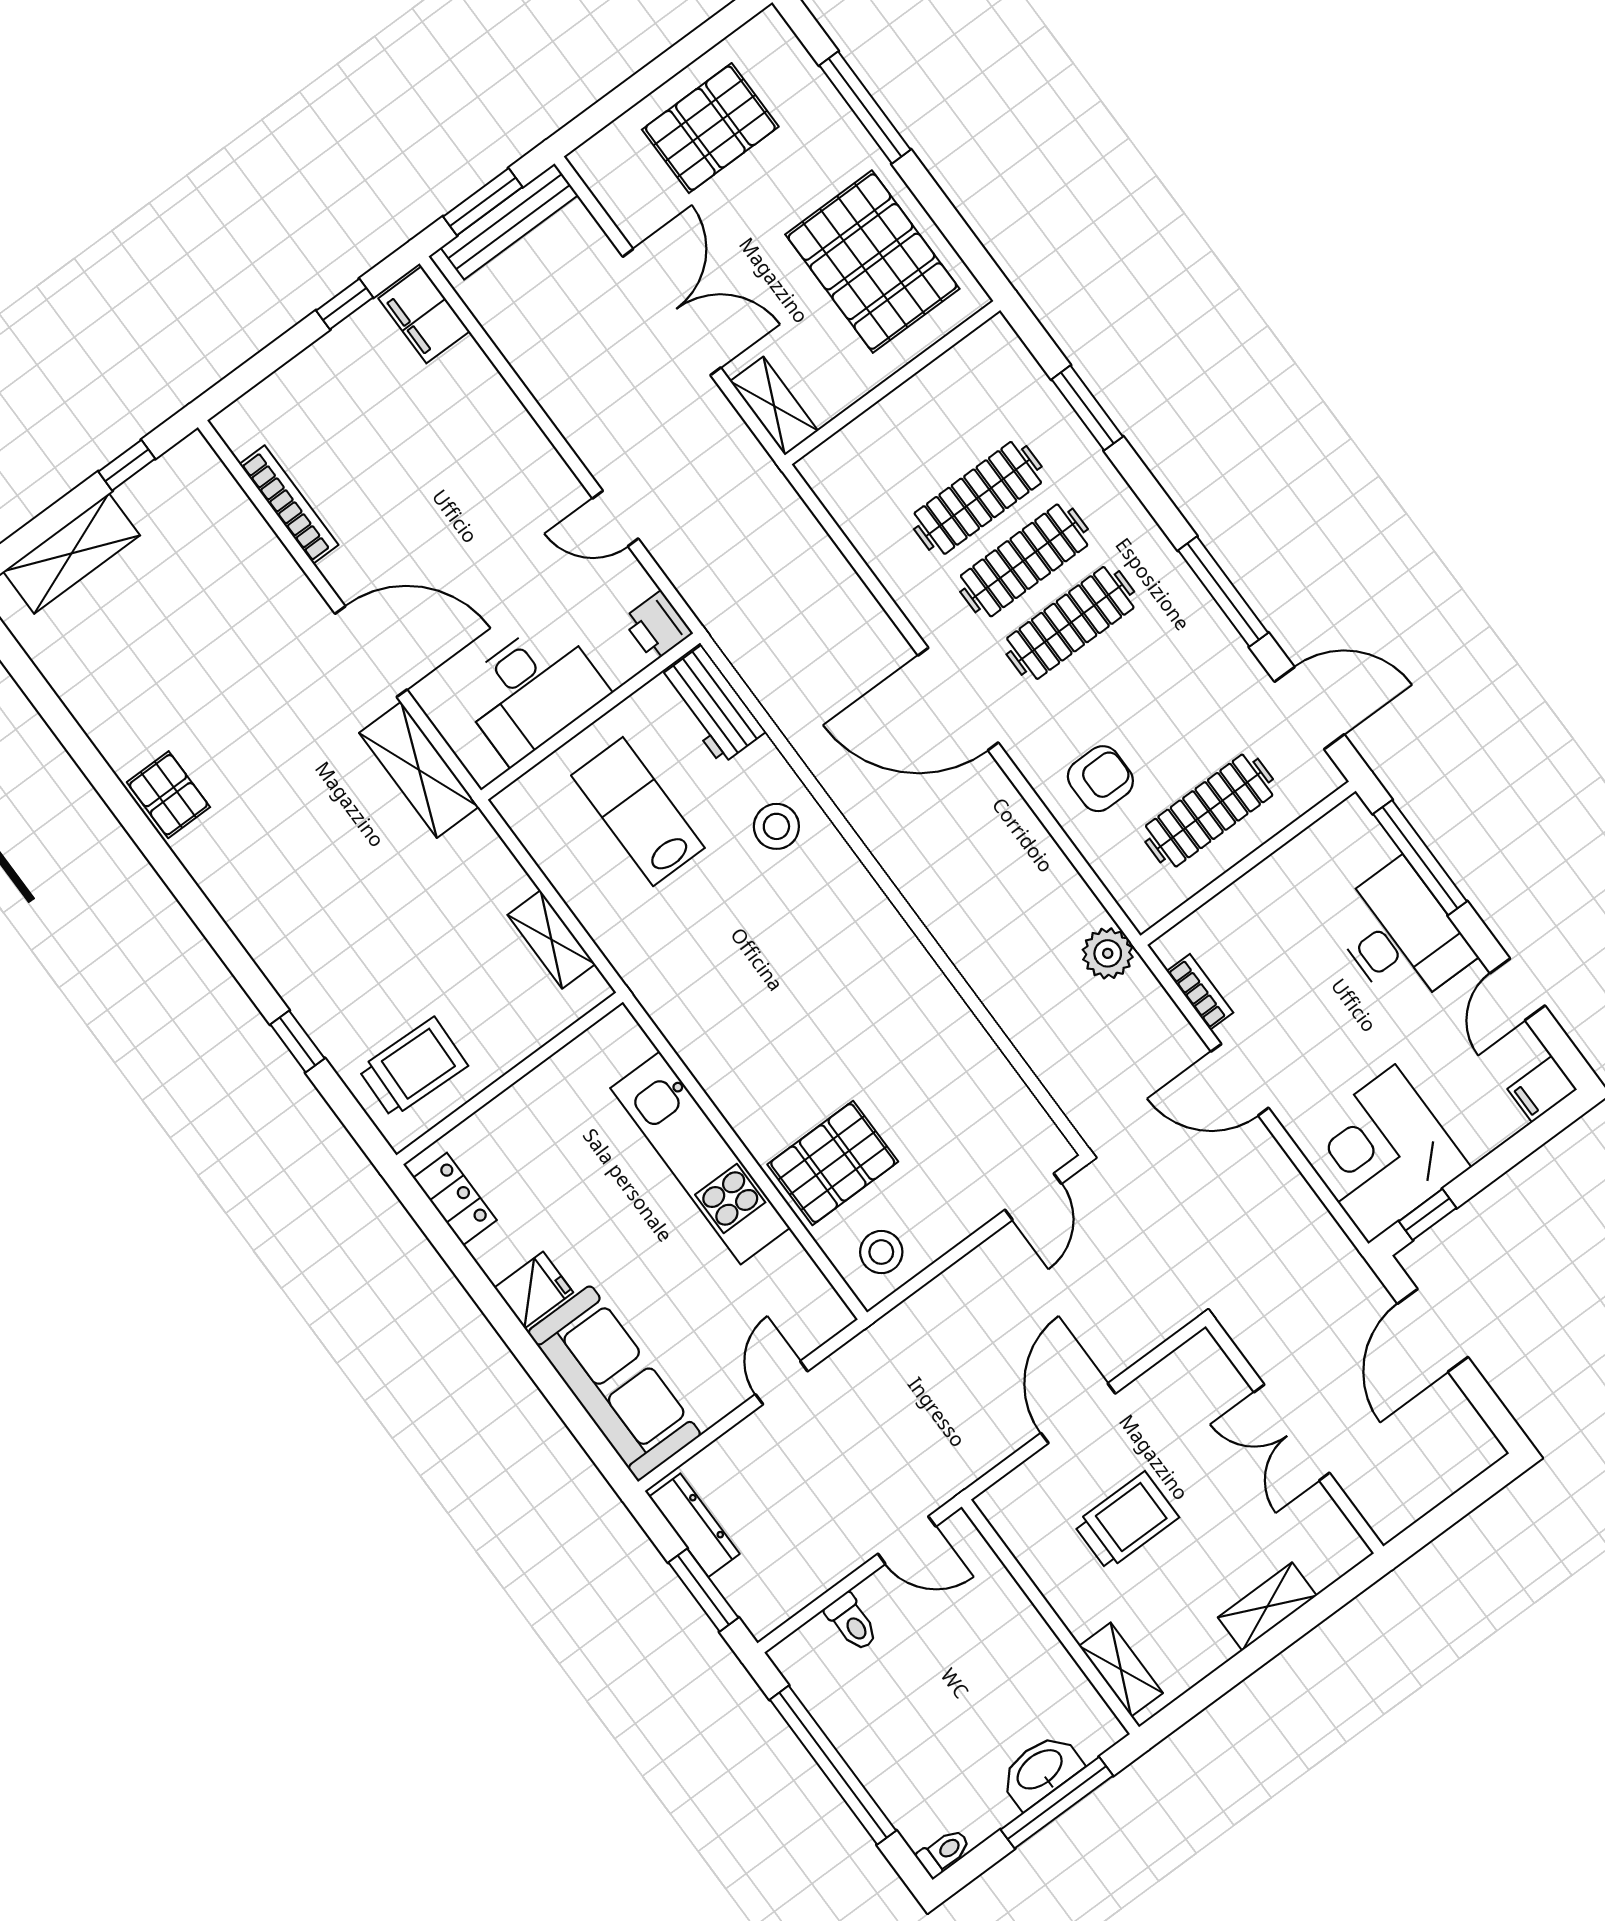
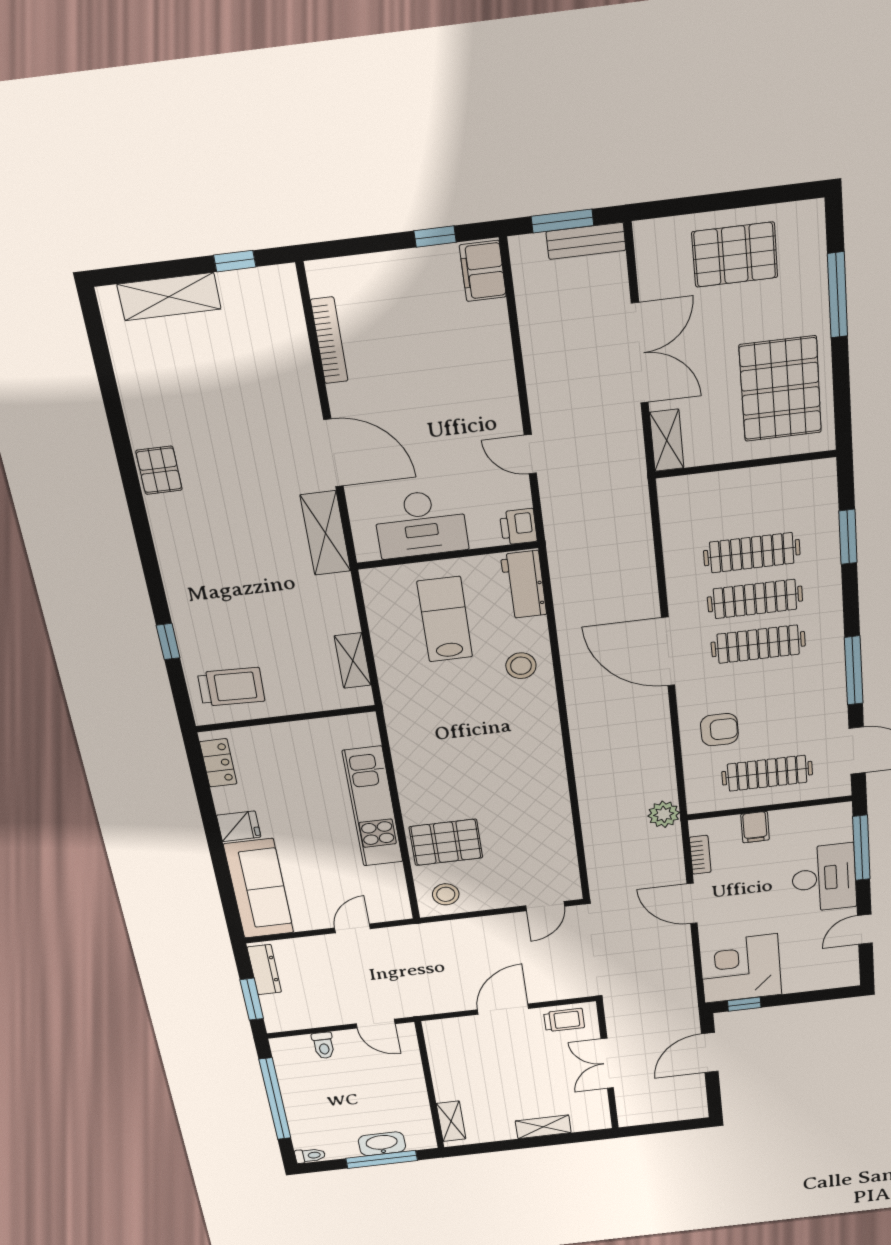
bench: (509, 221) -> (586, 241), width x0.73
filing cabinet: (1542, 1089) -> (755, 827), moved, turned -90
trolley: (1126, 1521) -> (564, 1020), moved, width x0.73, depth x0.72

